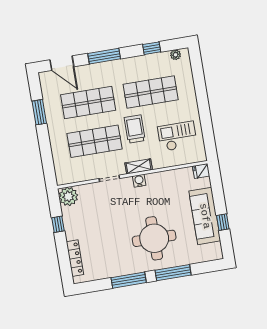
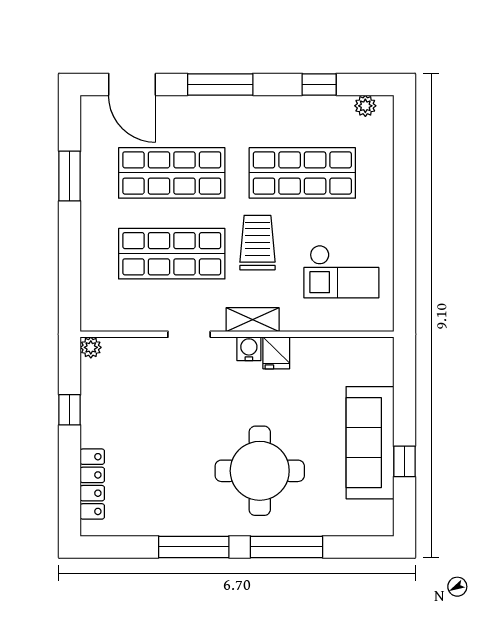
checkout: (177, 136) -> (341, 272), turned 180
fridge: (201, 171) -> (276, 353), moved, turned -90
plant: (68, 196) -> (91, 347), width x0.53, depth x0.53

